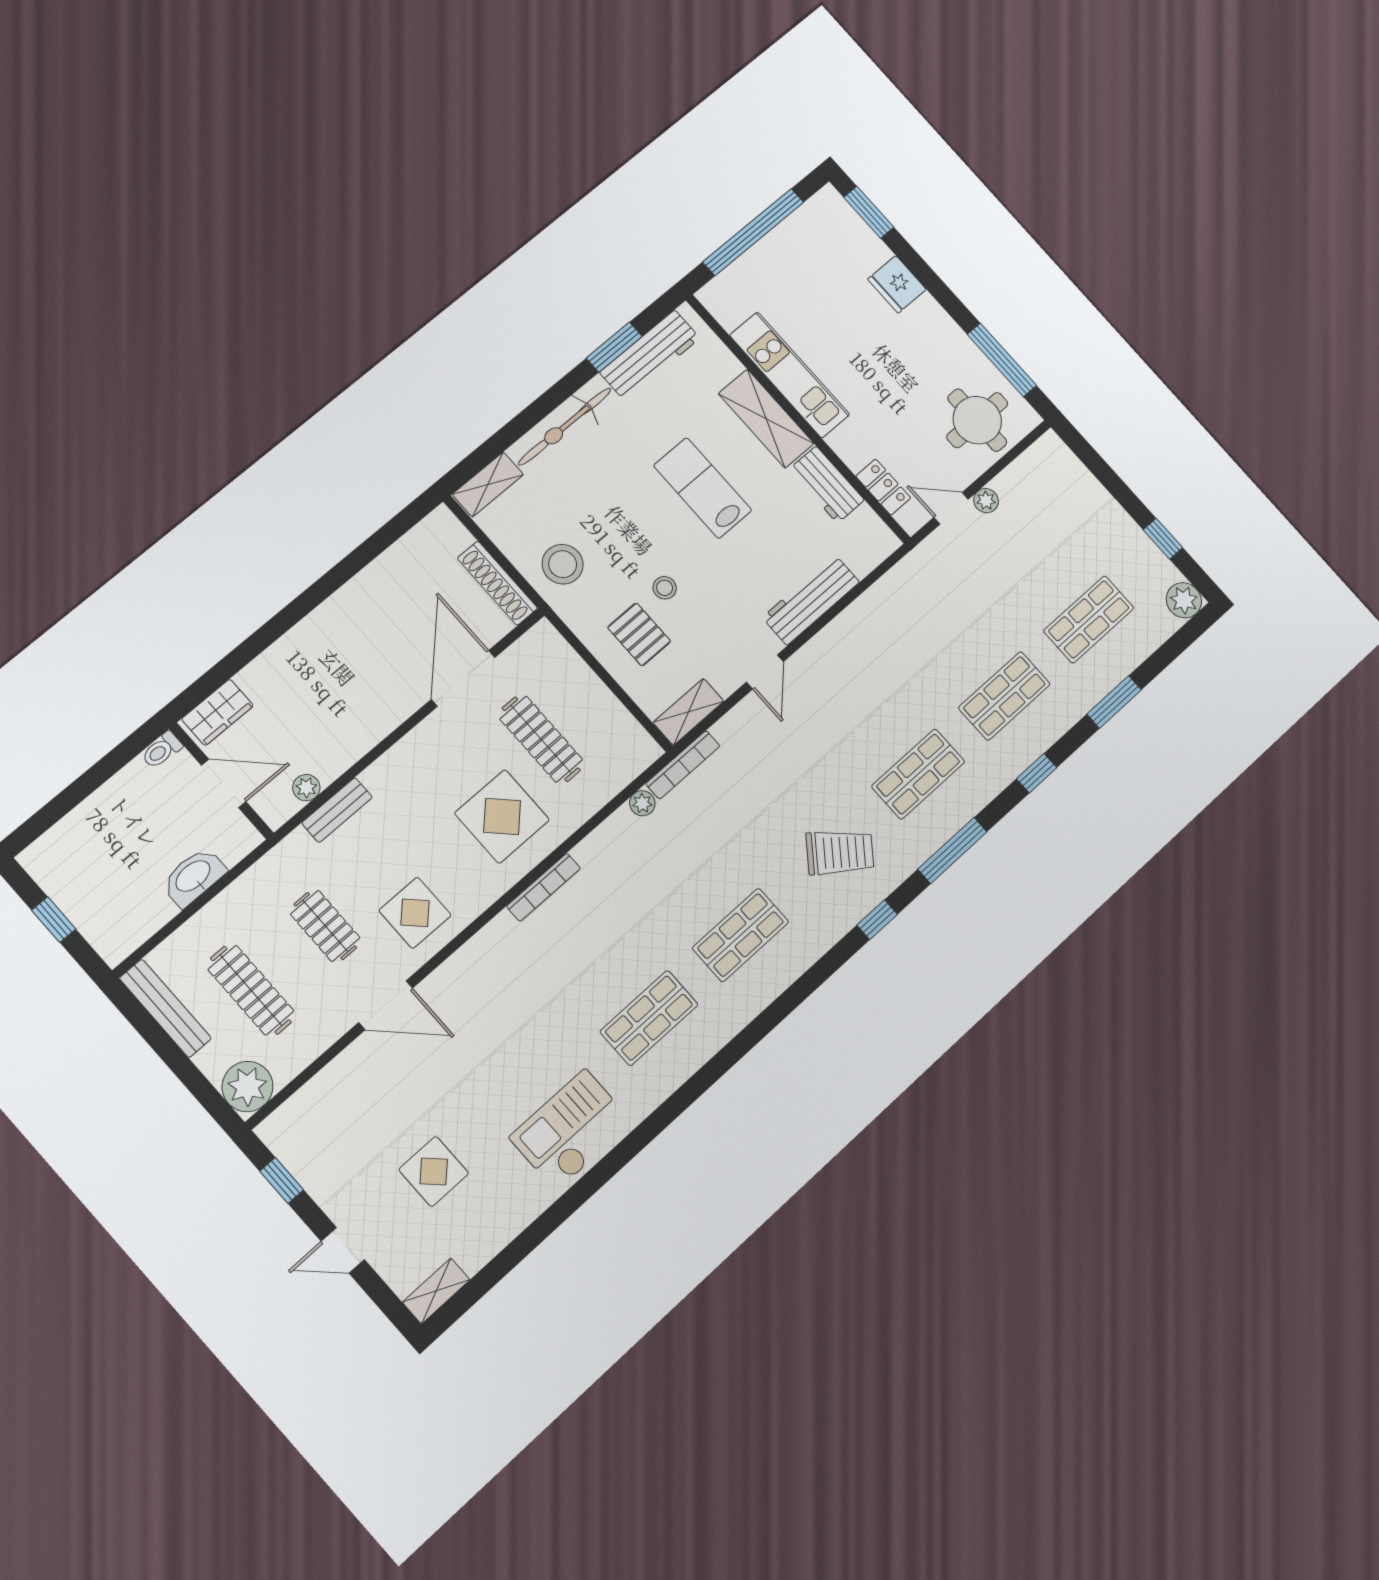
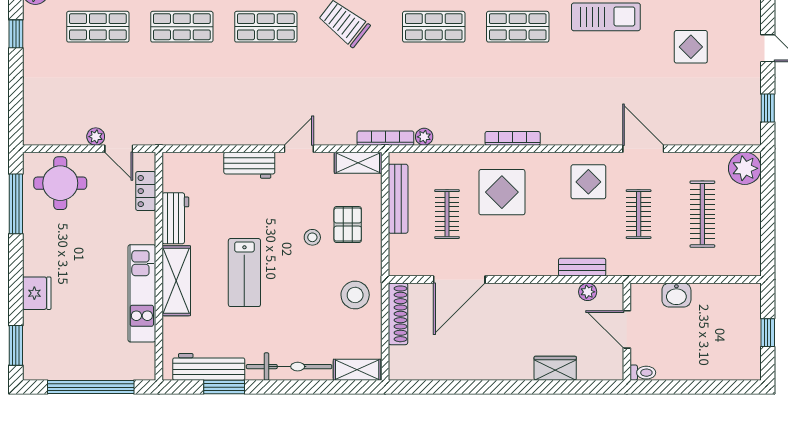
workbench: (811, 600) -> (249, 165), width x0.73
wardrobe: (217, 712) -> (555, 368), moved
clothes rail: (541, 739) -> (447, 214), width x0.73
washbasin: (194, 877) -> (676, 295), width x0.72
bench: (165, 1008) -> (398, 199), moved

